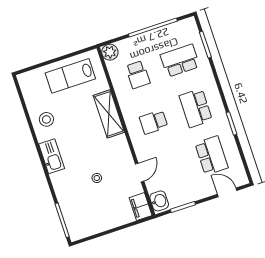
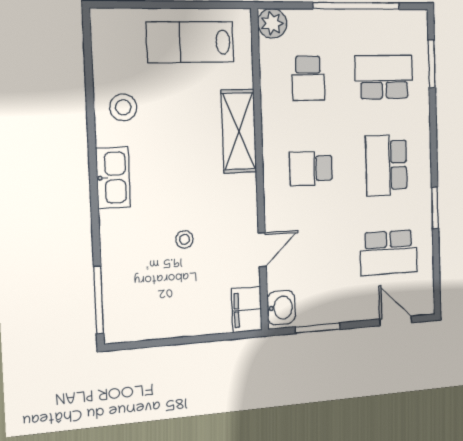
school desk: (211, 156) -> (389, 252), turned 90

